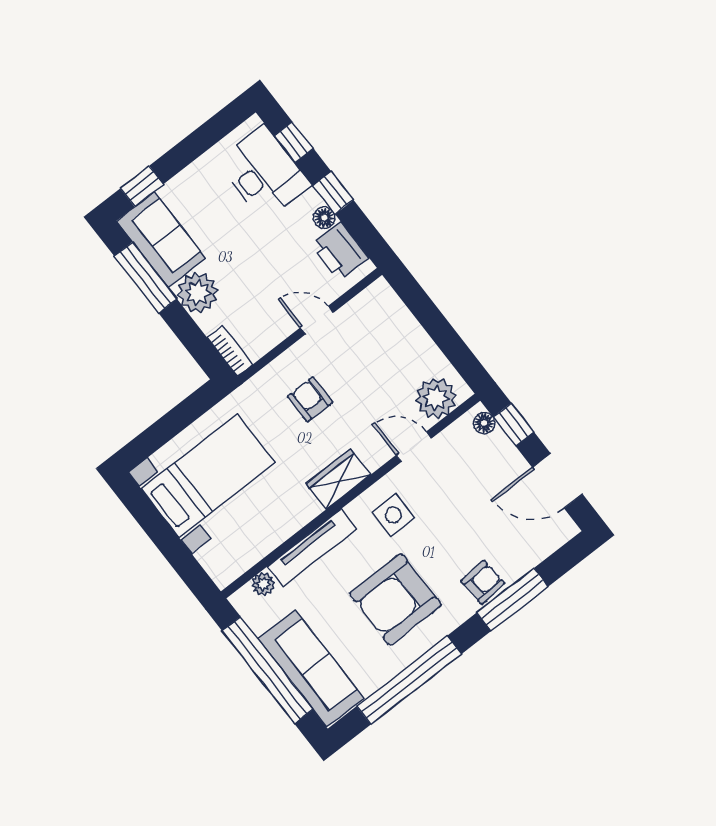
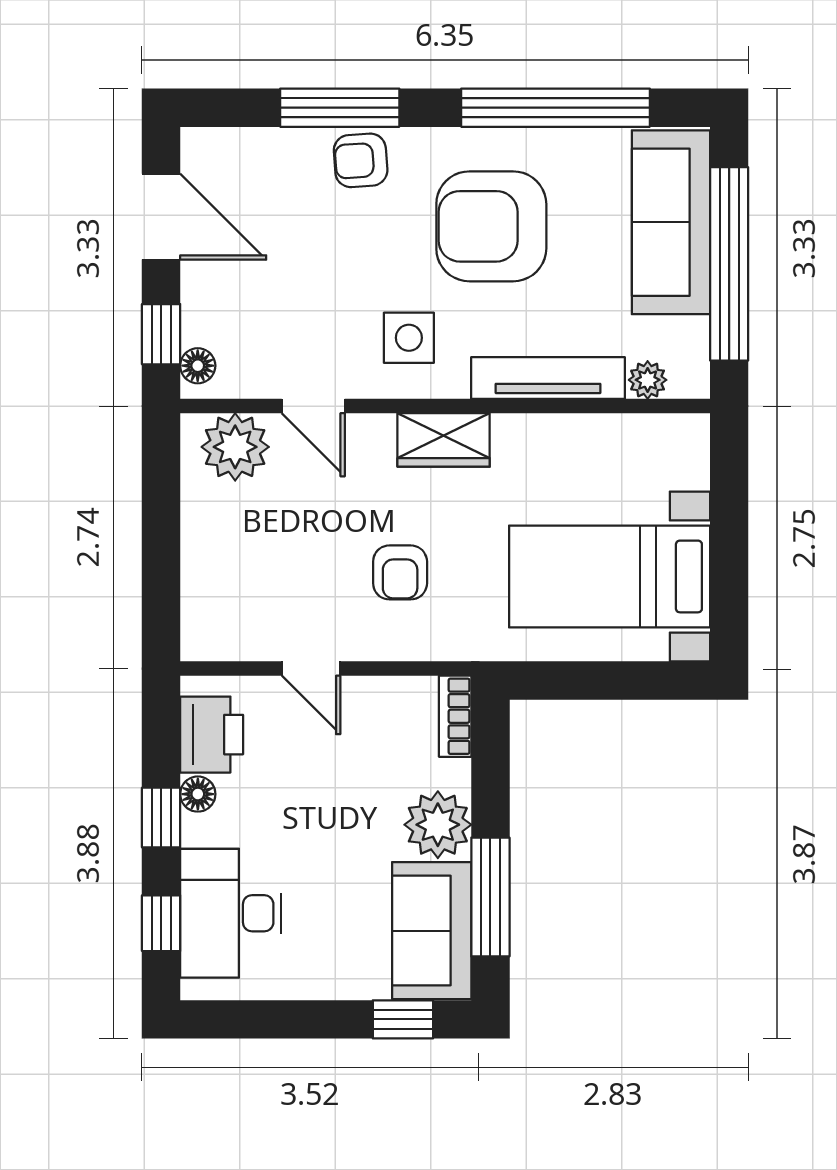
armchair: (395, 599) -> (491, 226), turned 180

